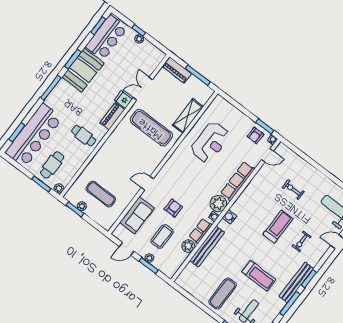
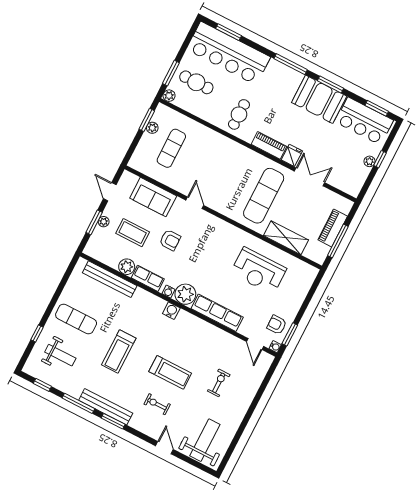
piano: (177, 70) -> (333, 228), moved
bench: (207, 246) -> (110, 279), moved
treadmill: (259, 276) -> (119, 352), moved

